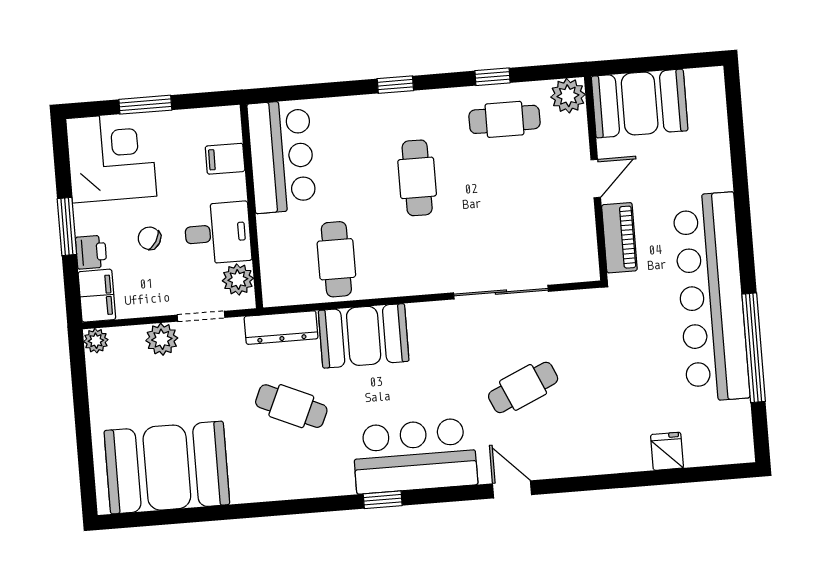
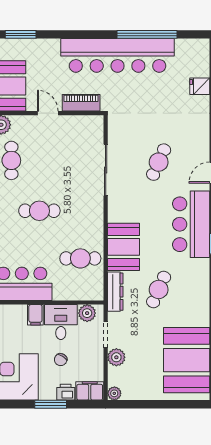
window: (735, 118) -> (21, 34), added
filing cabinet: (225, 159) -> (35, 315), moved
cafe table: (523, 387) -> (159, 162), turned 48

